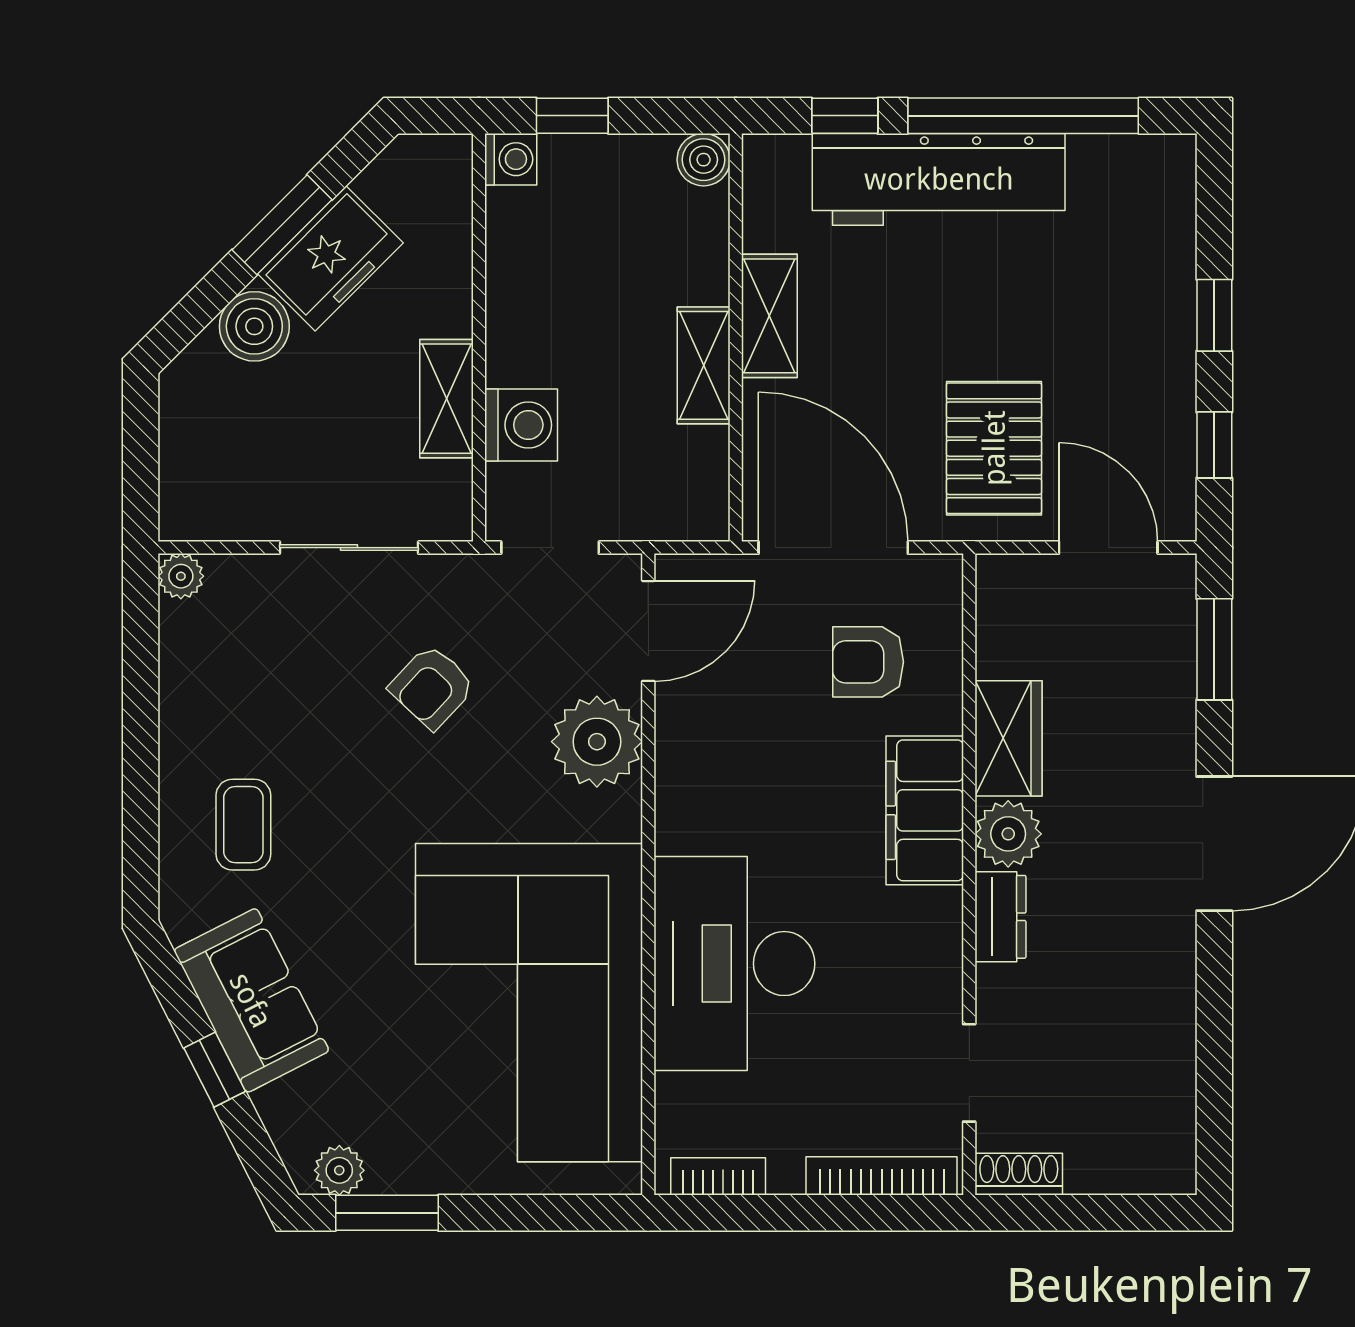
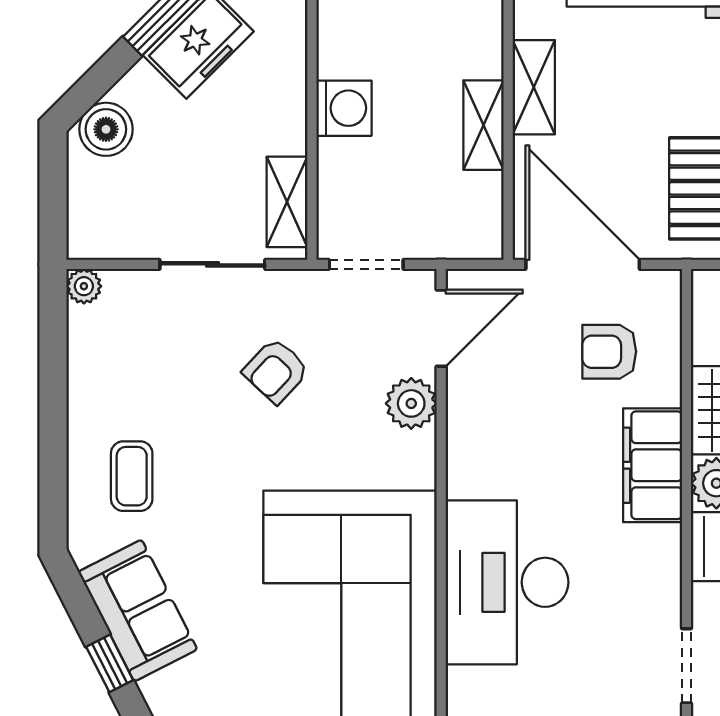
boiler: (254, 326) -> (106, 129), moved
shelving: (447, 399) -> (287, 202), moved
washing machine: (521, 425) -> (344, 108), moved
plant: (597, 742) -> (411, 403), width x0.73, depth x0.73

